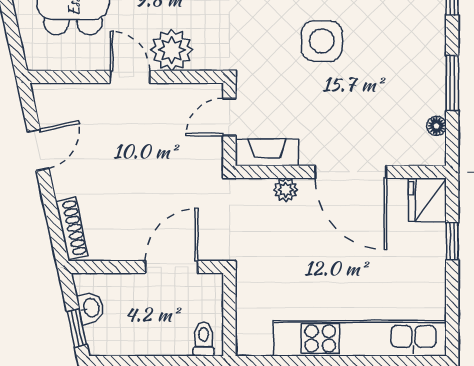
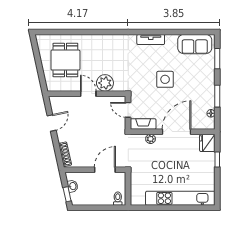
door: (229, 117) -> (128, 110), hinge flipped
door: (351, 172) -> (177, 132), swing flipped

